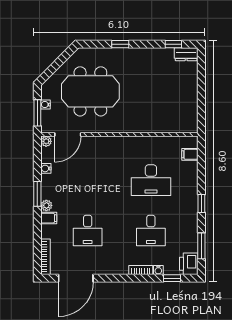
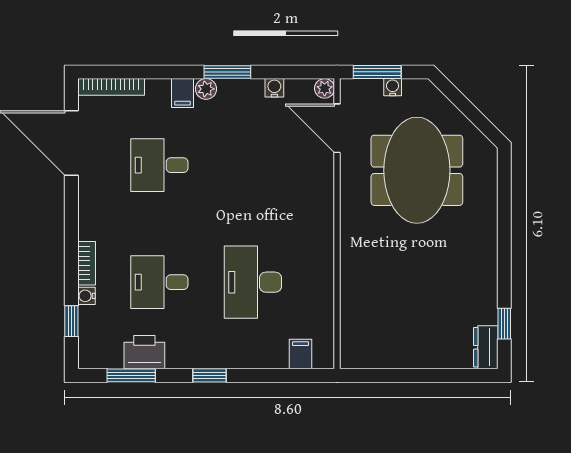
window: (120, 44) -> (504, 225), removed
printer: (189, 264) -> (144, 352), moved

